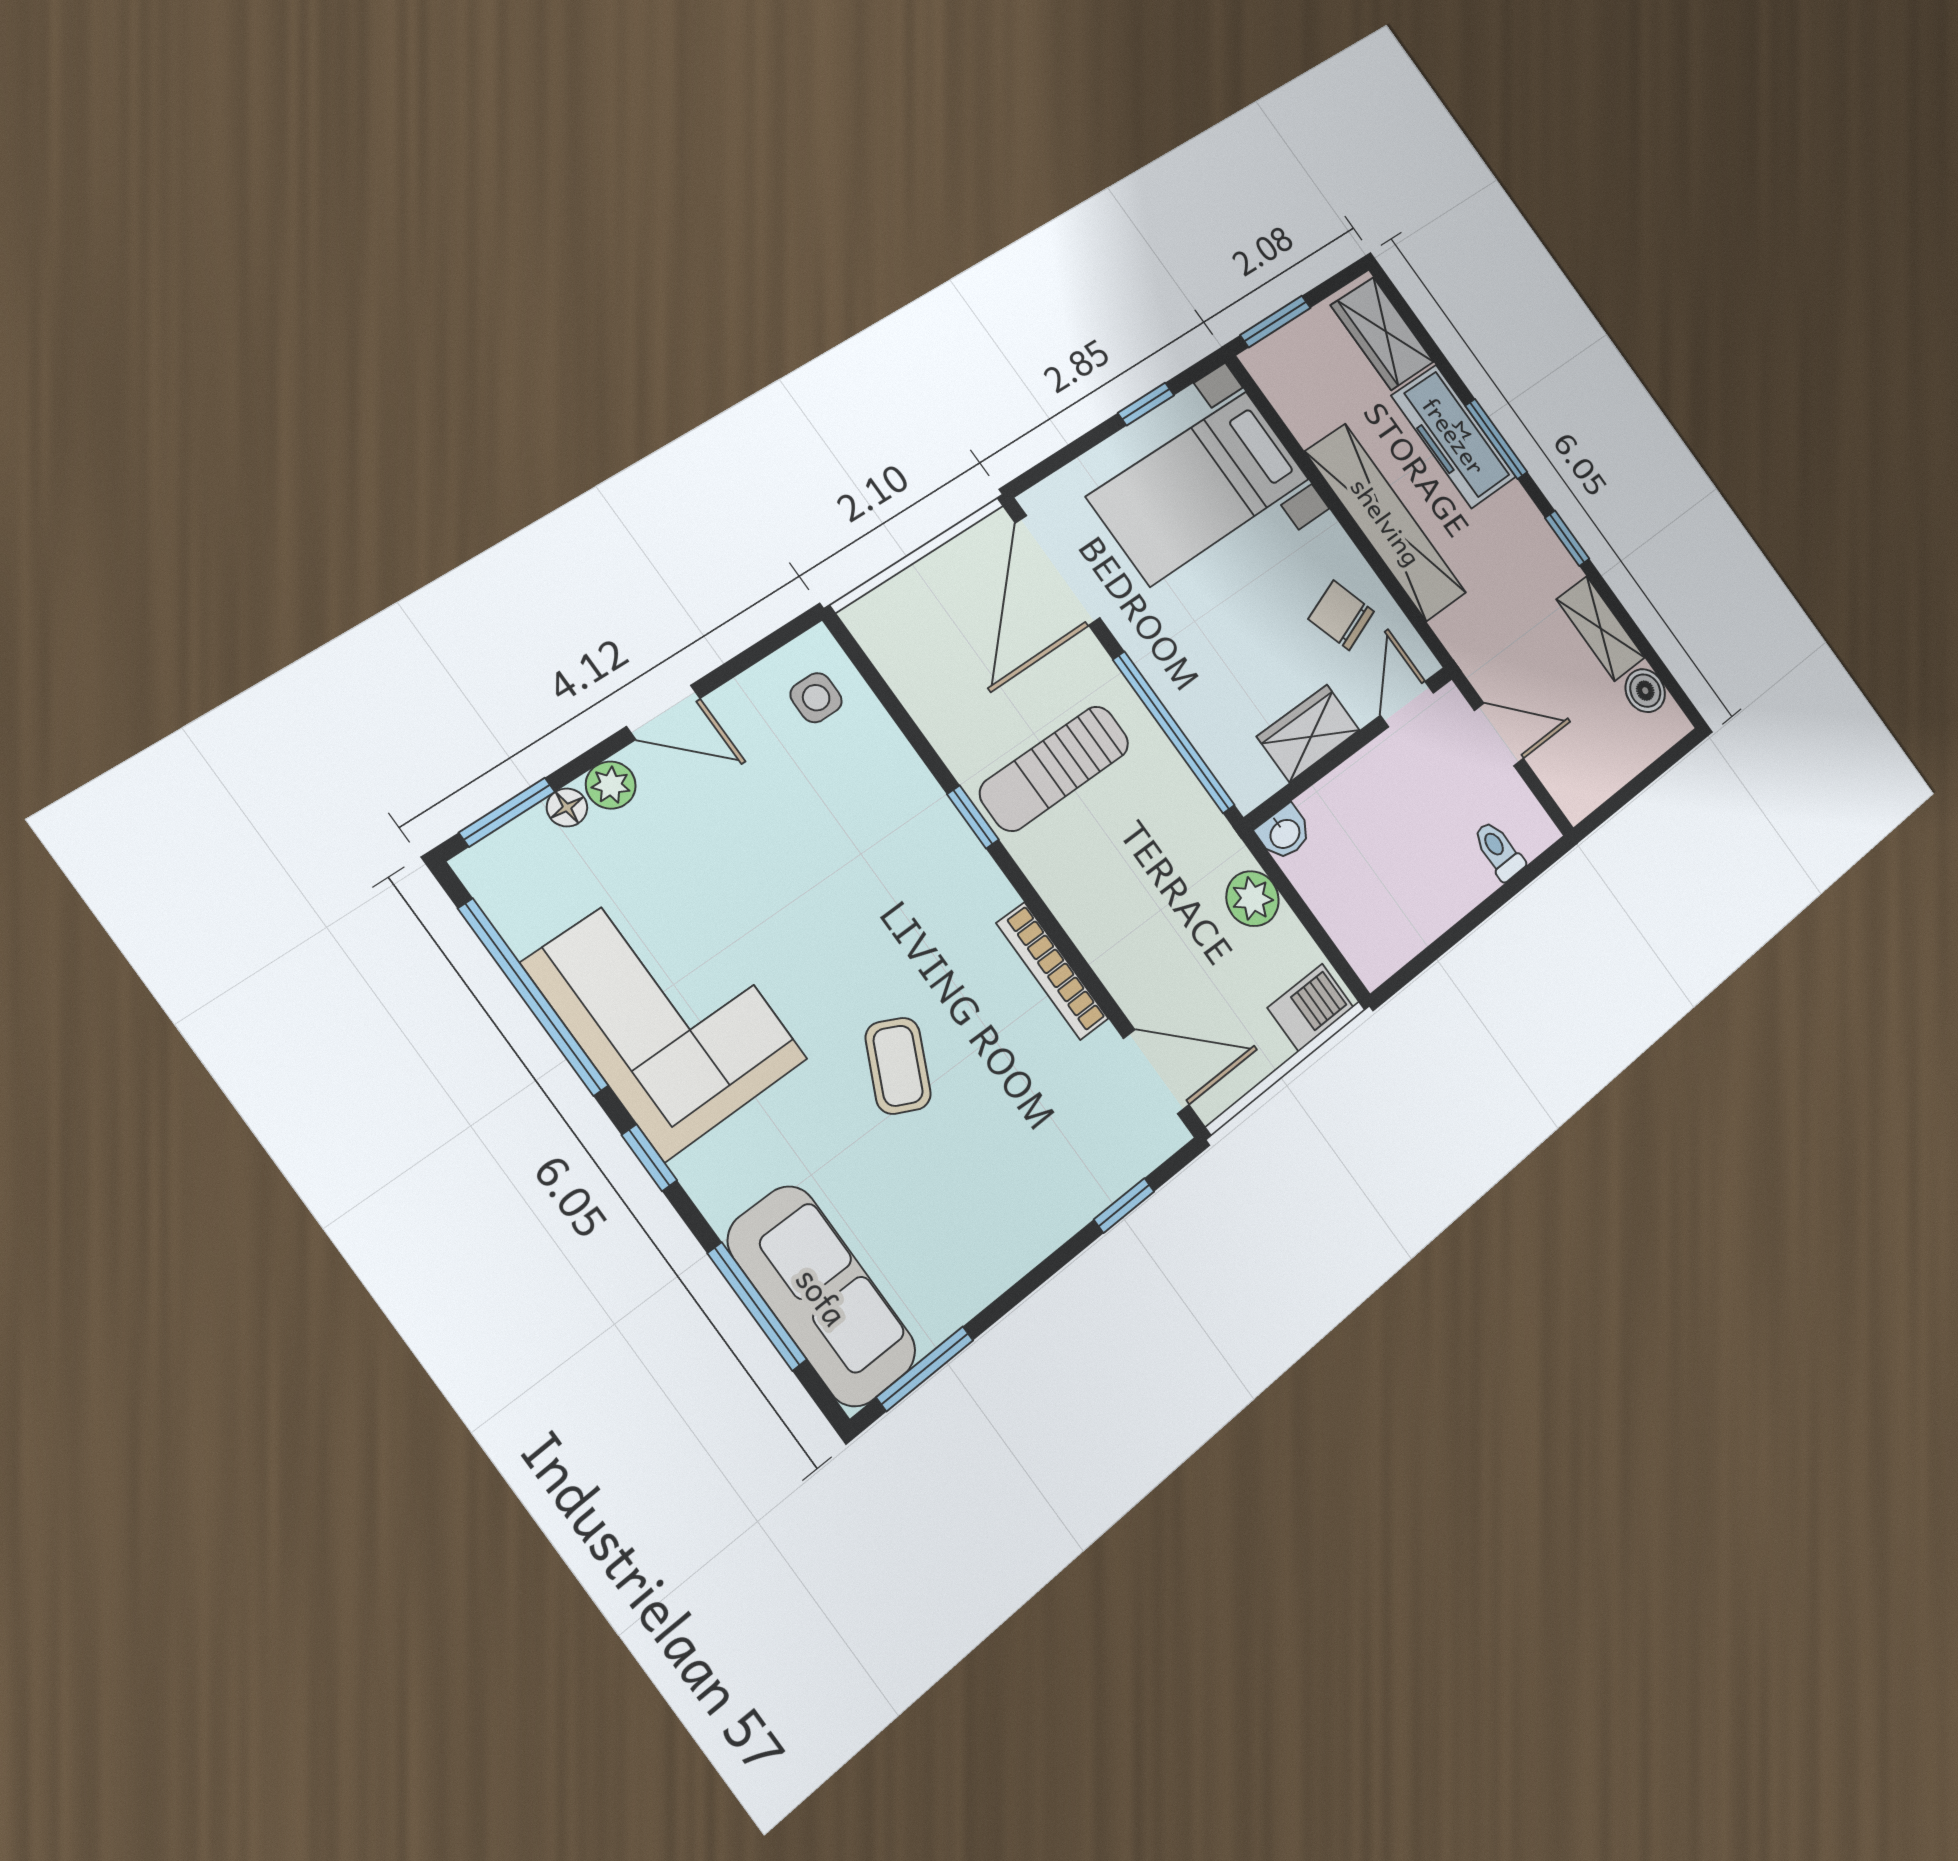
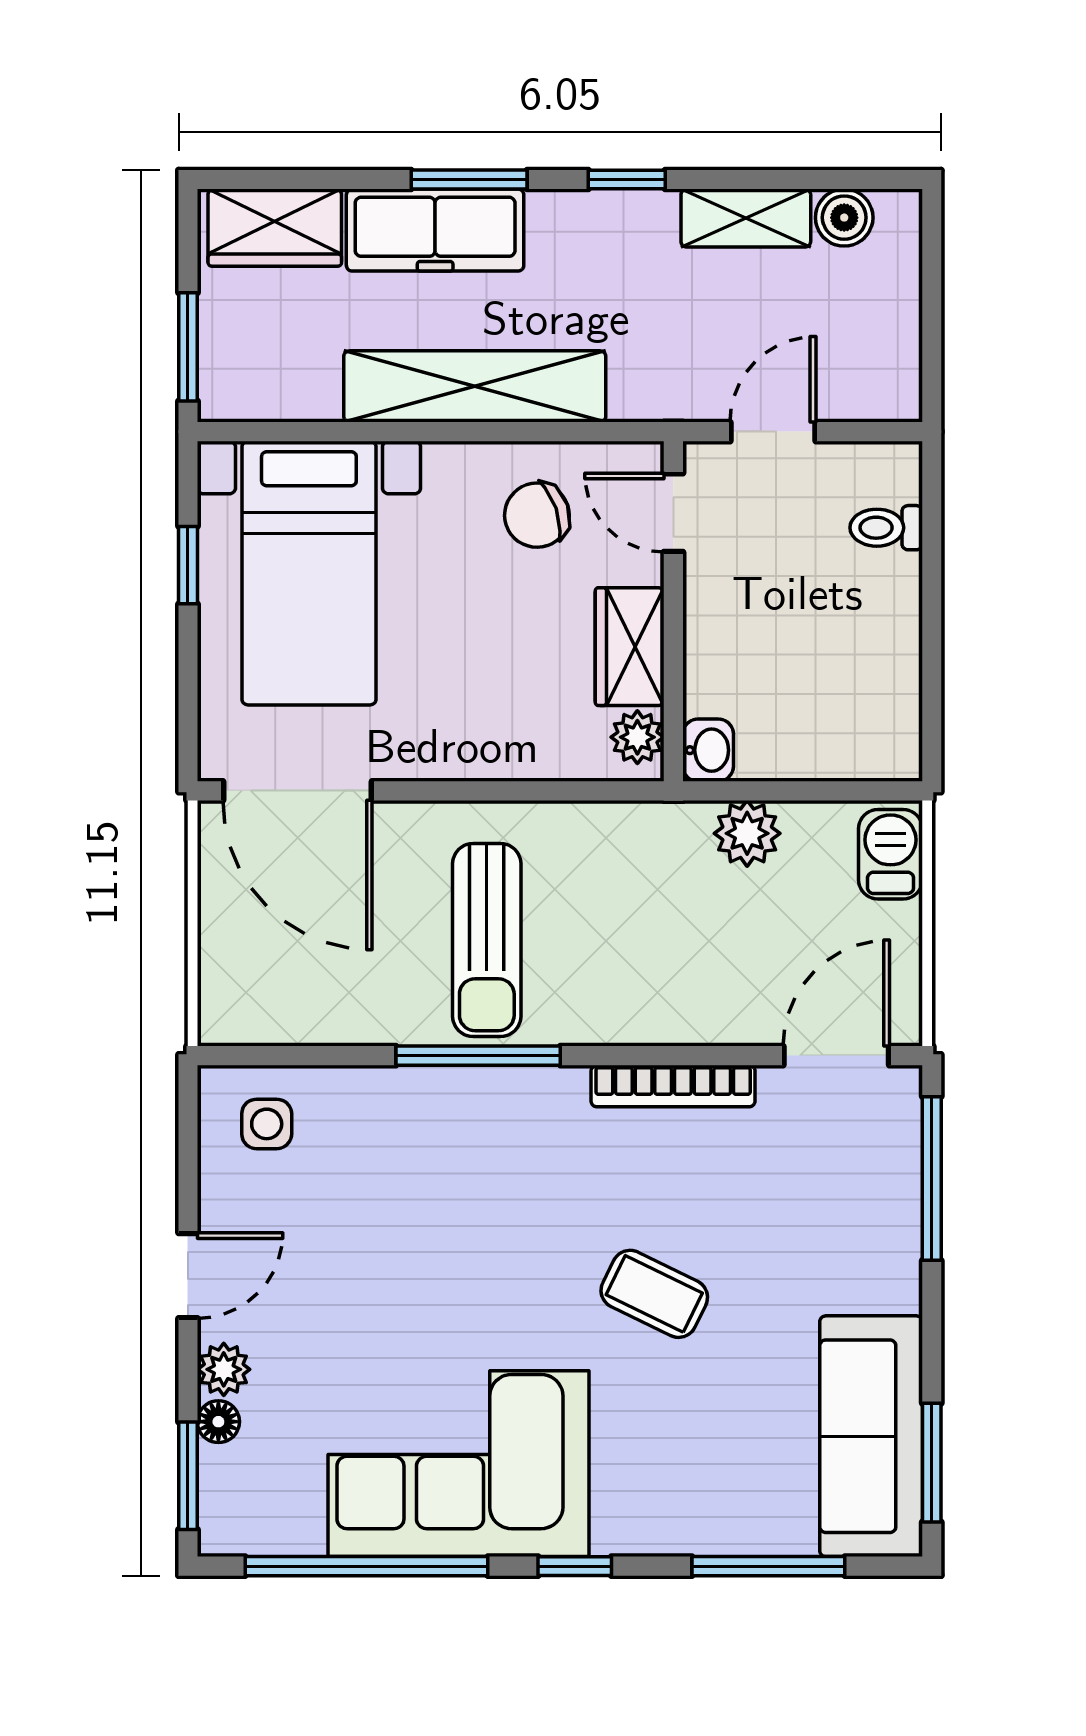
window: (1174, 732) -> (534, 791), removed
plant: (1258, 779) -> (637, 737), added
window: (973, 817) -> (478, 1056), width x2.17
window: (1124, 1205) -> (932, 1178), width x2.17
sofa: (822, 1296) -> (871, 1436), moved, turned -90

